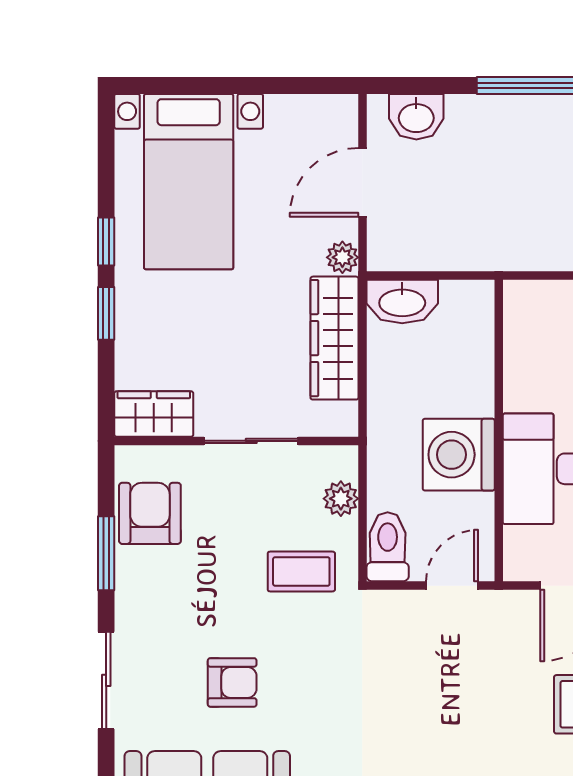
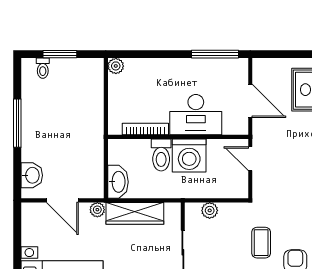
bookcase: (516, 361) -> (145, 129), added
toilet: (388, 547) -> (161, 155), moved, turned -90
coffee table: (301, 571) -> (261, 243), moved

